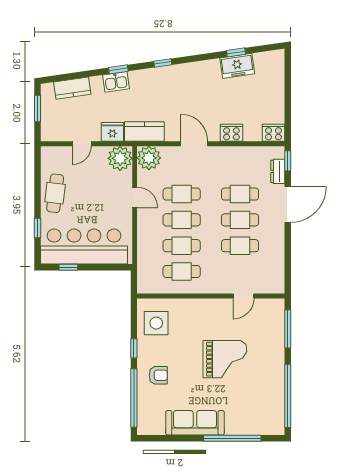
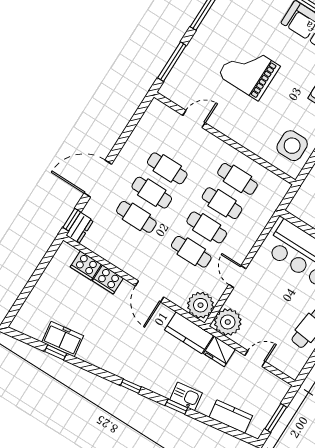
cooker: (274, 133) -> (86, 266), moved
dresser: (278, 171) -> (80, 228), moved

